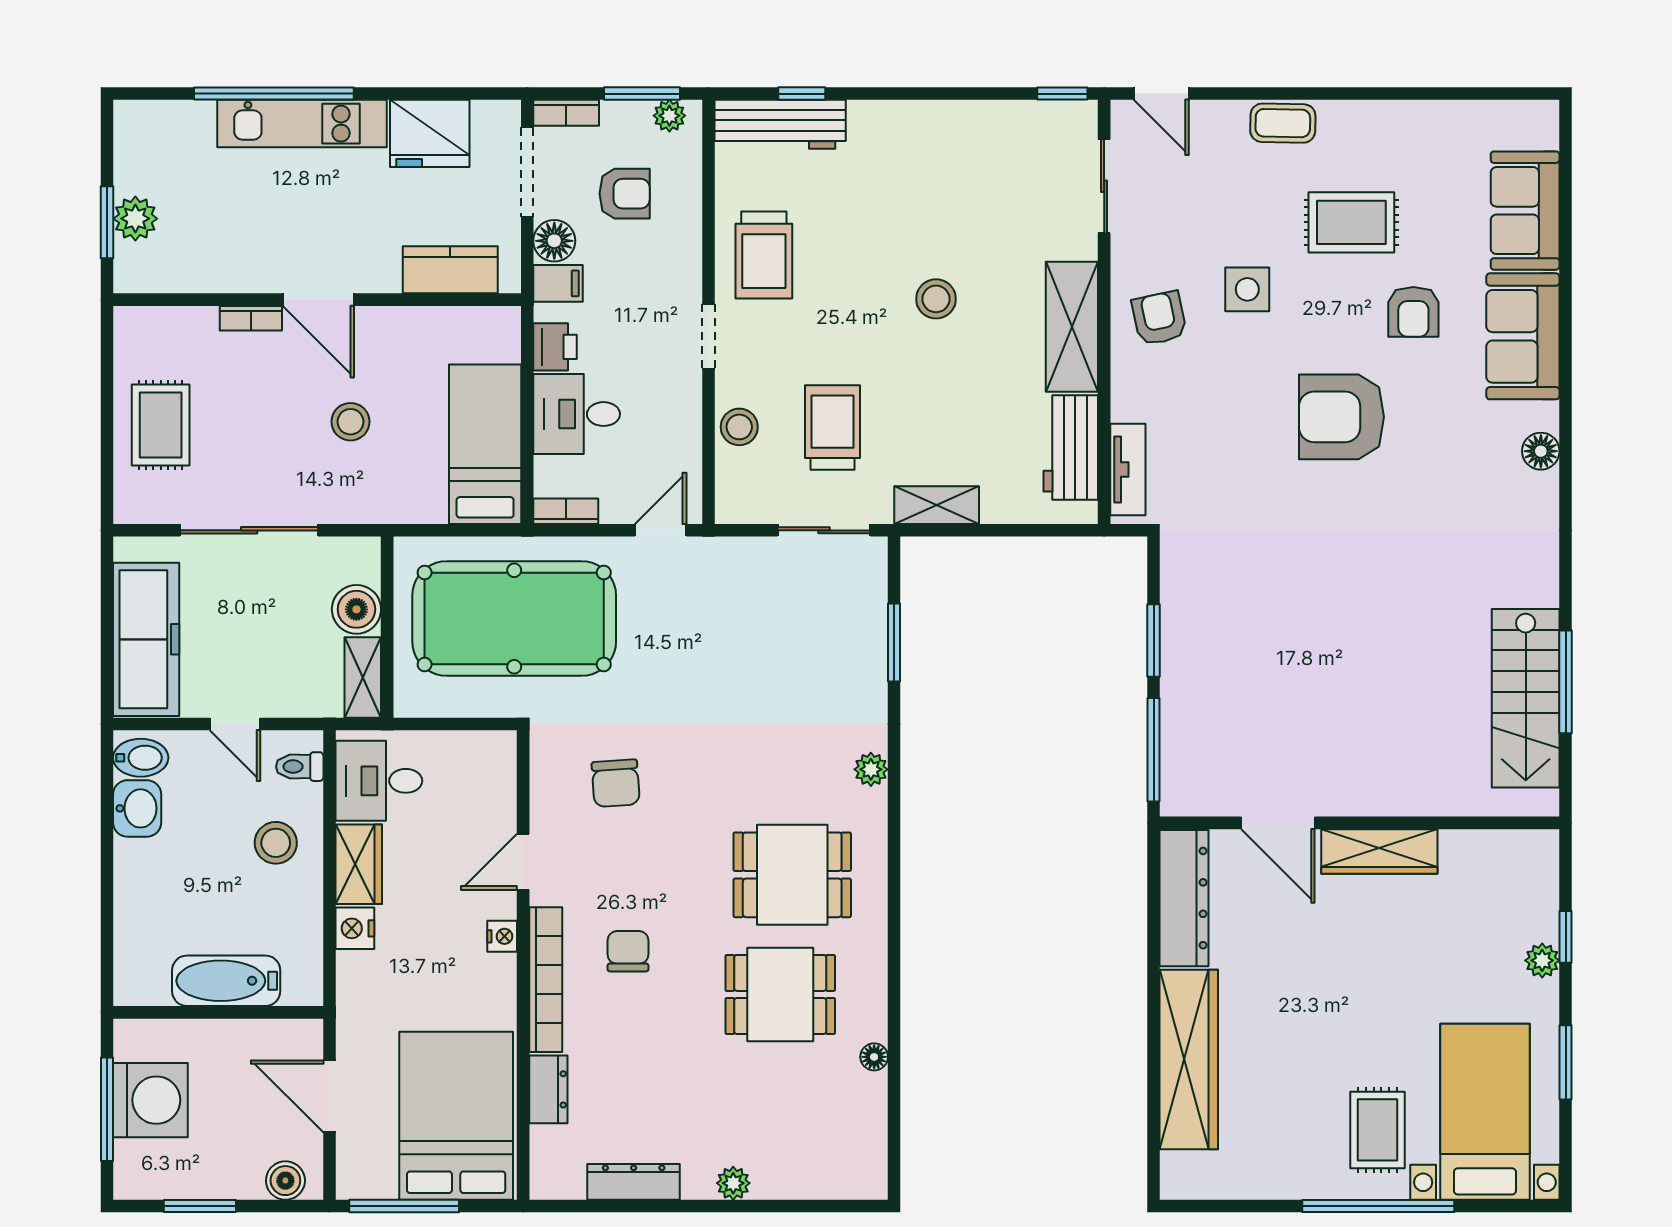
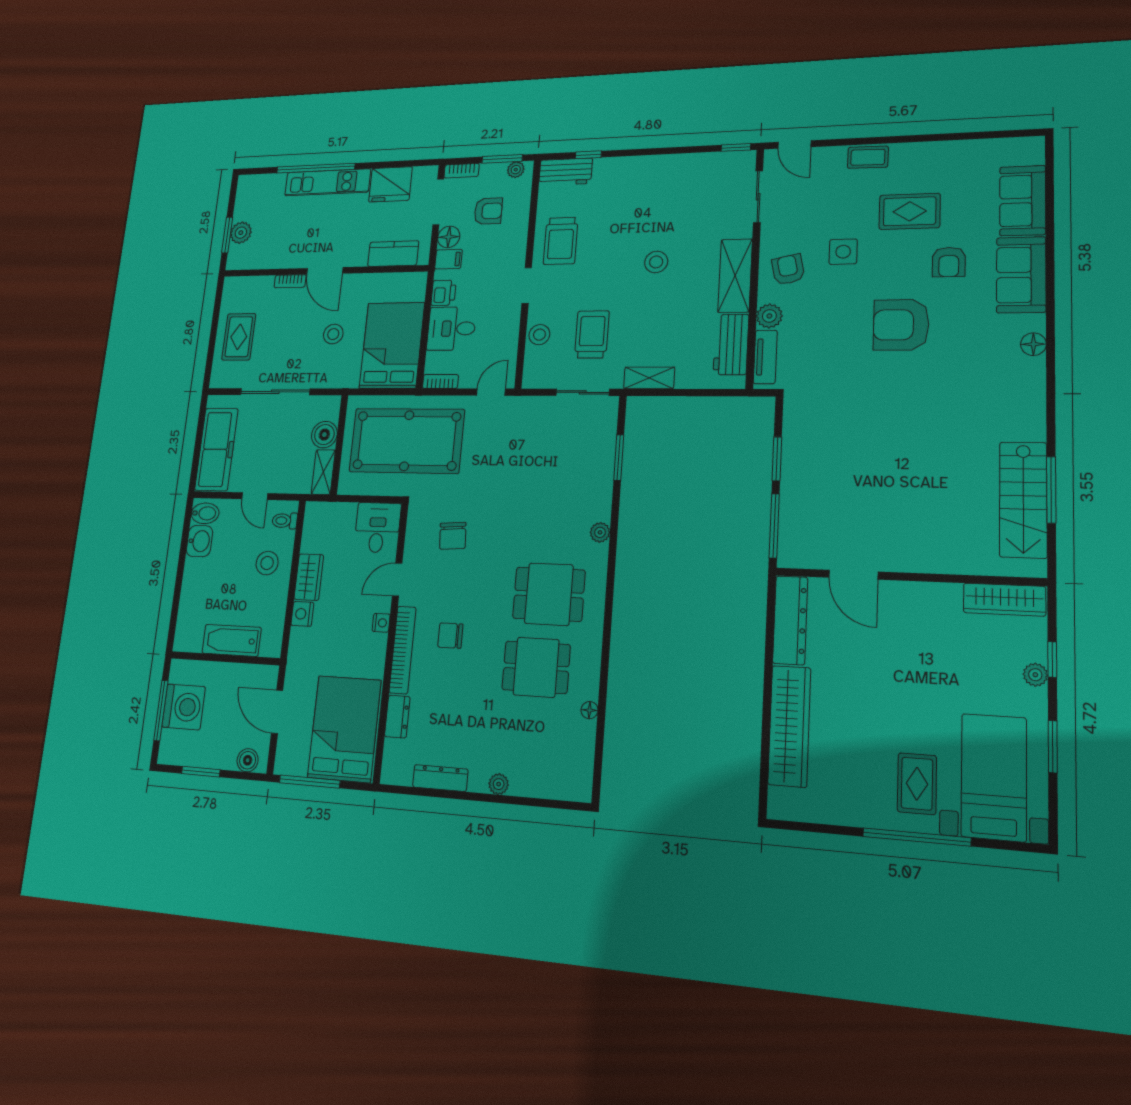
workbench: (780, 124) -> (565, 172), width x0.73
plant: (1132, 399) -> (769, 316), added
bed: (485, 444) -> (392, 345), width x1.50
desk: (379, 781) -> (377, 528), moved, turned 90
wardrobe: (1379, 852) -> (1004, 600), moved
chair: (628, 951) -> (450, 636), turned -90

